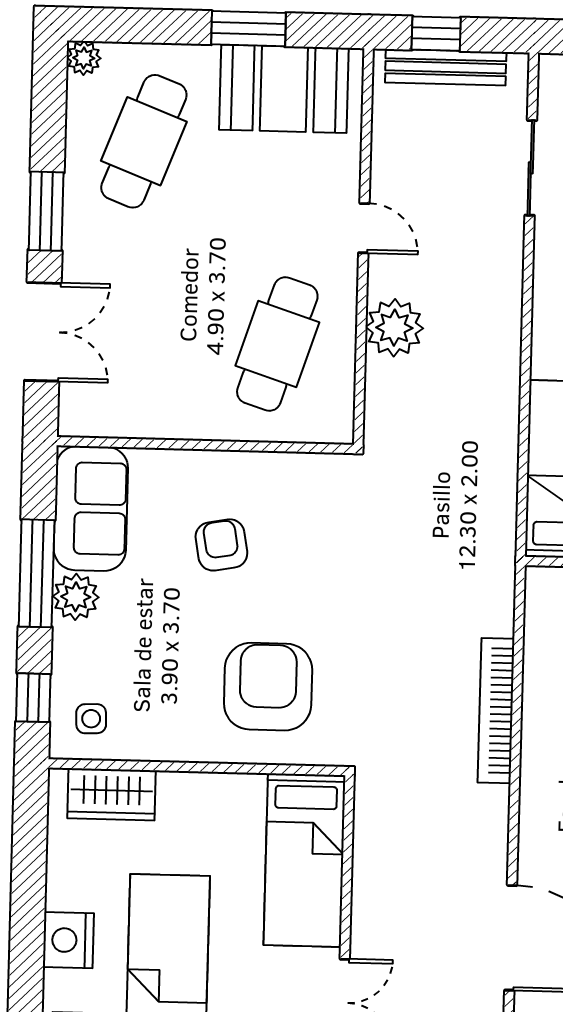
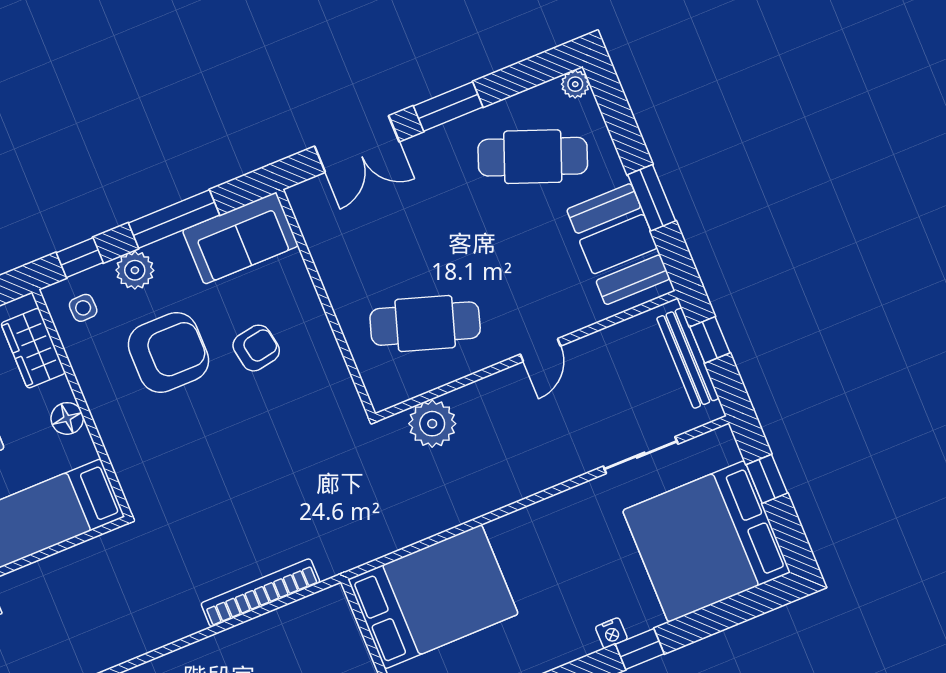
plant: (394, 328) -> (432, 424), moved
plant: (76, 597) -> (135, 270), moved
armchair: (268, 687) -> (168, 352), moved
bookcase: (496, 711) -> (260, 593), moved
floor lamp: (207, 791) -> (67, 418), added

